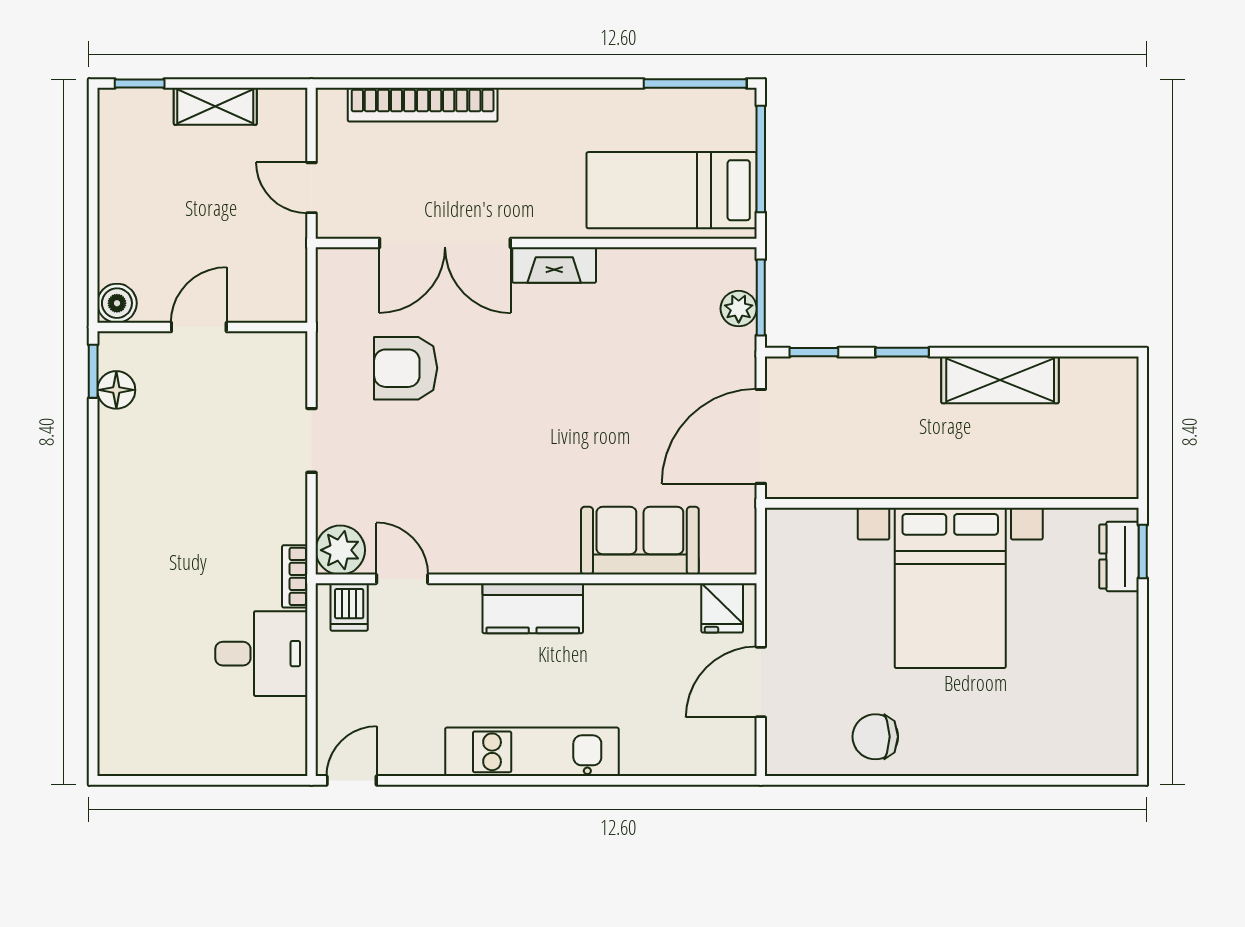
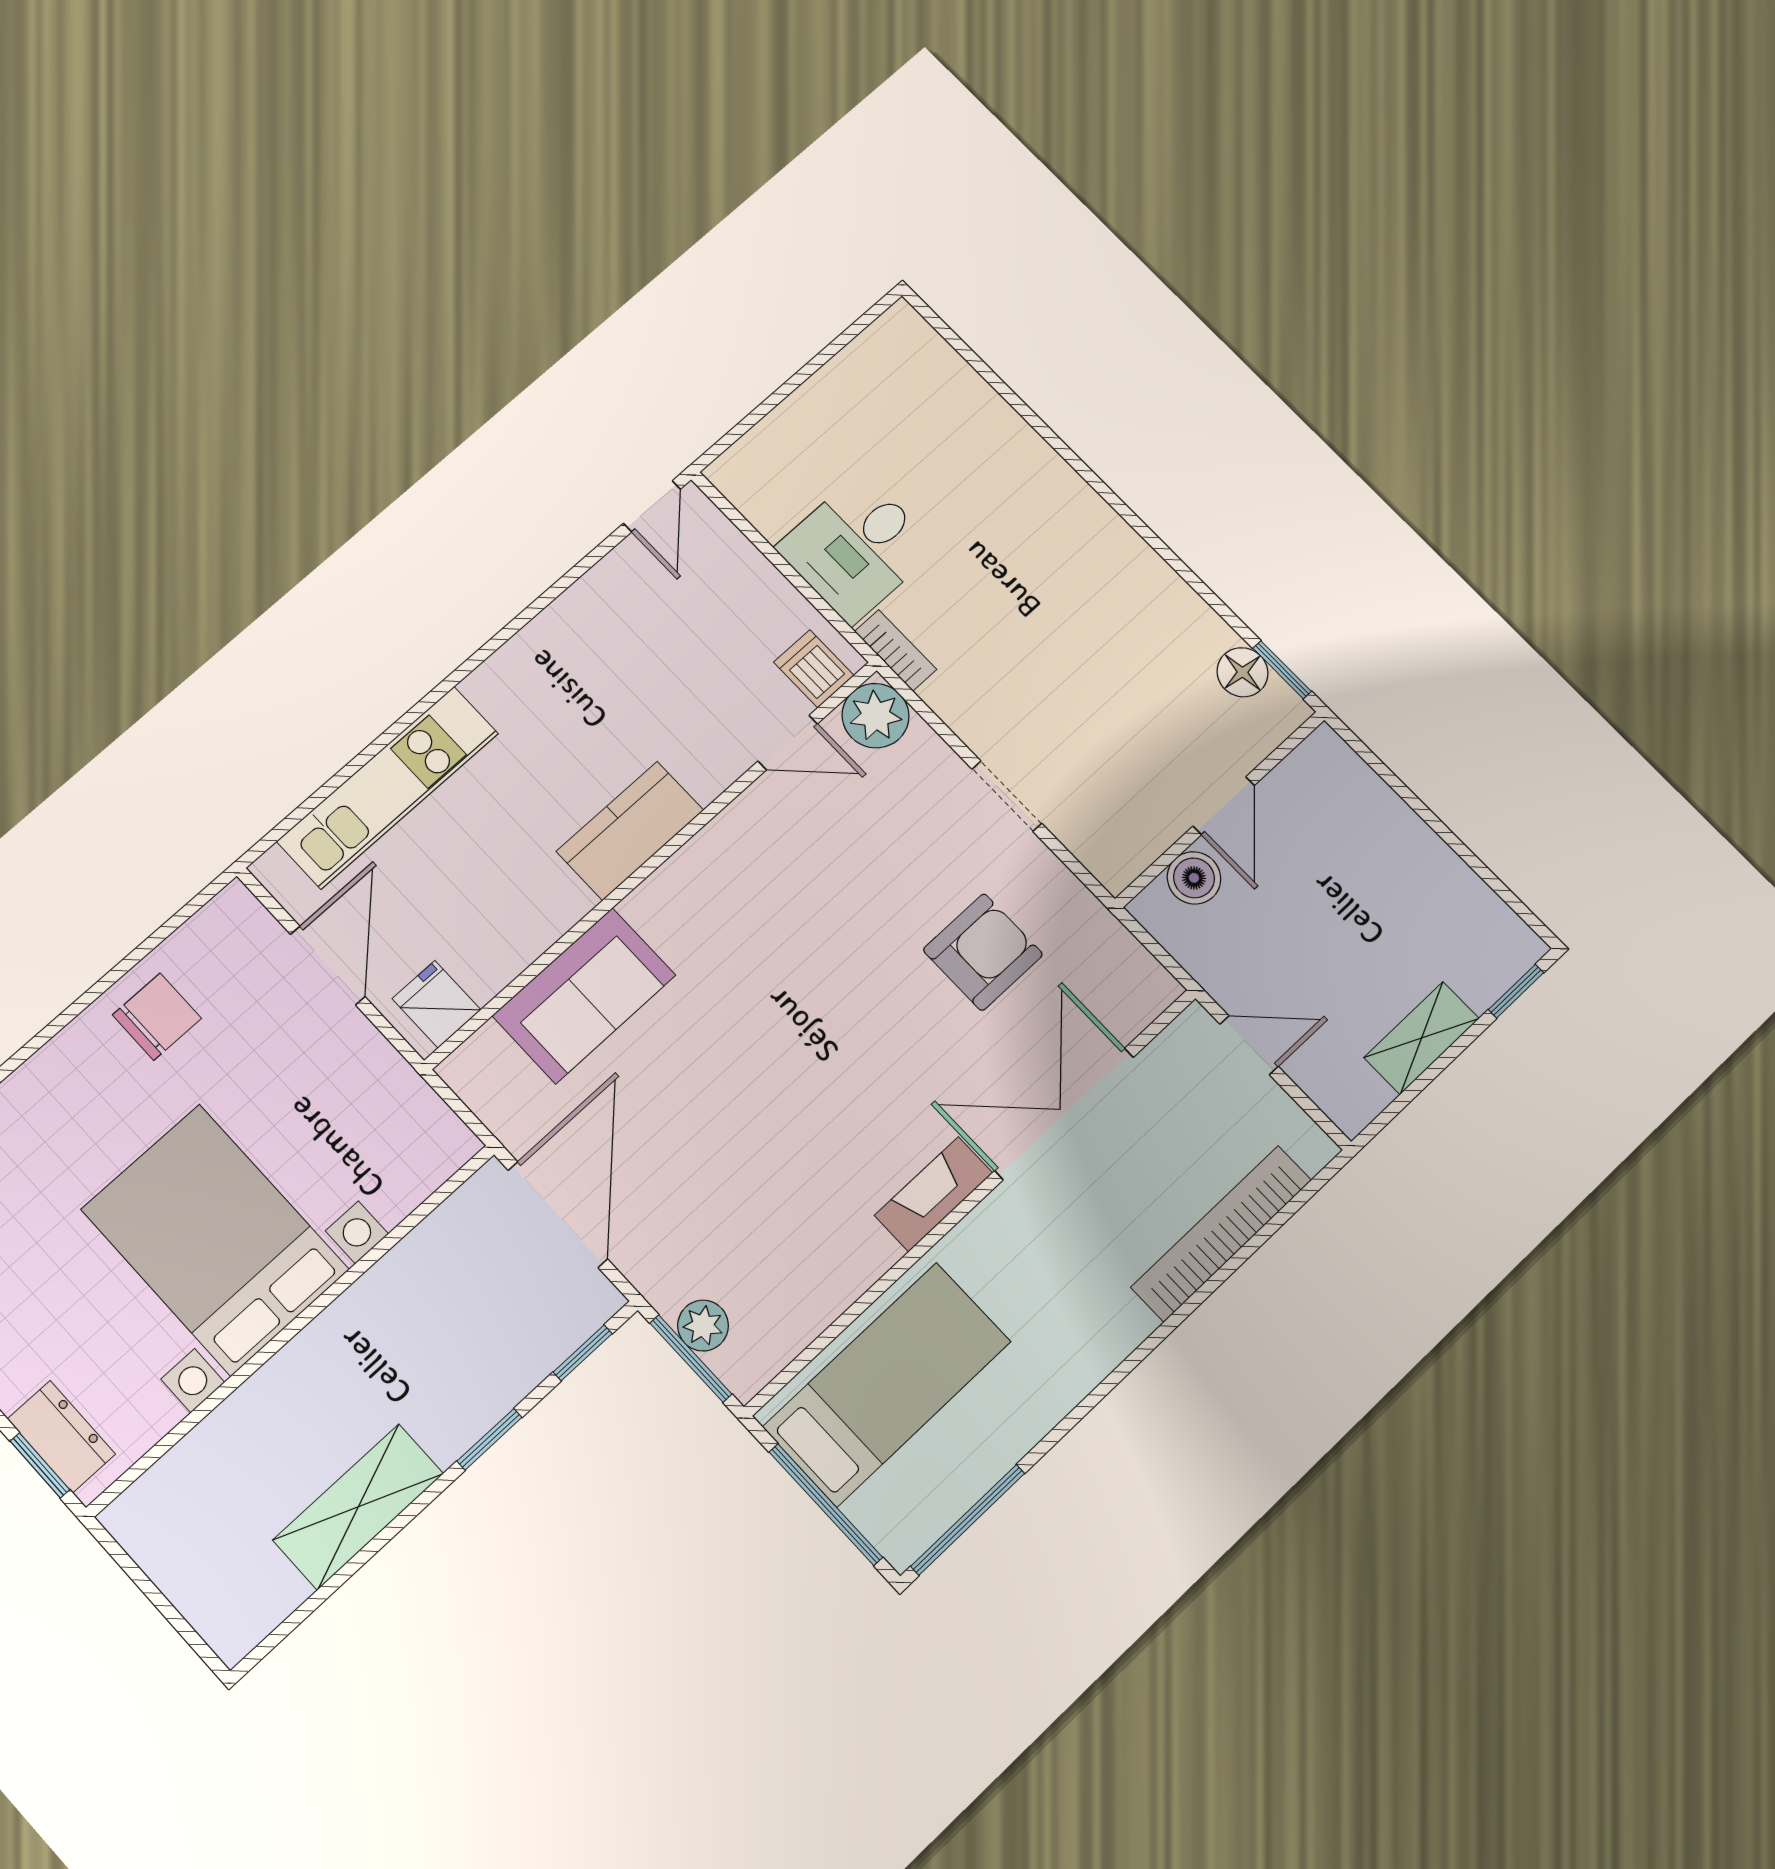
boiler: (117, 303) -> (1194, 878), moved
kitchen unit: (532, 752) -> (388, 787), moved

